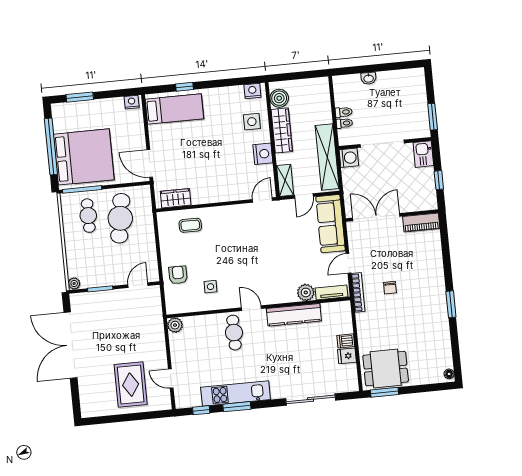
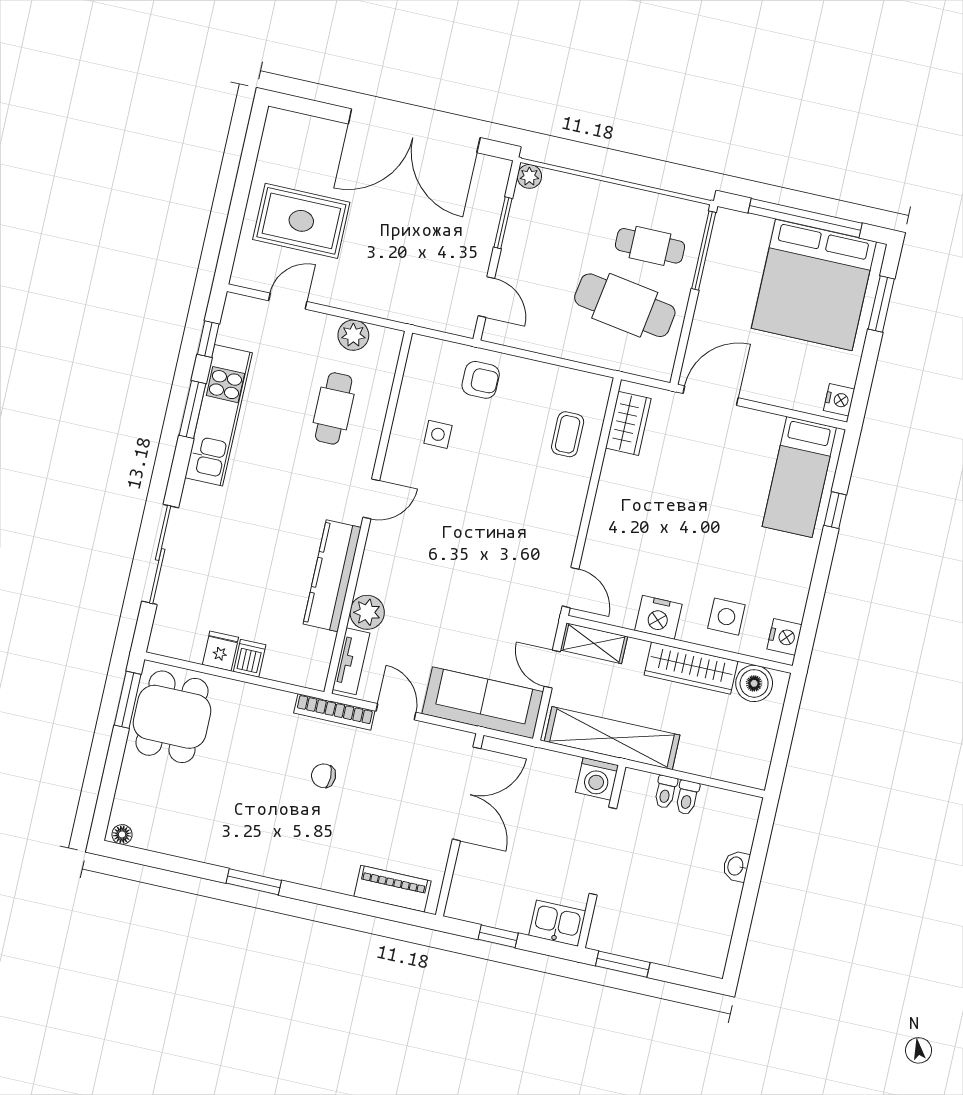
bed: (84, 157) -> (814, 285), moved
piano: (421, 223) -> (393, 889), moved, turned 90
plant: (175, 325) -> (353, 335), moved
cafe table: (234, 333) -> (334, 408), moved, turned 90
double door: (70, 345) -> (414, 131), swing flipped

